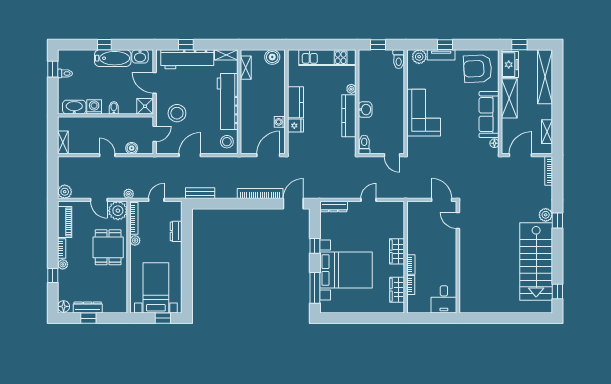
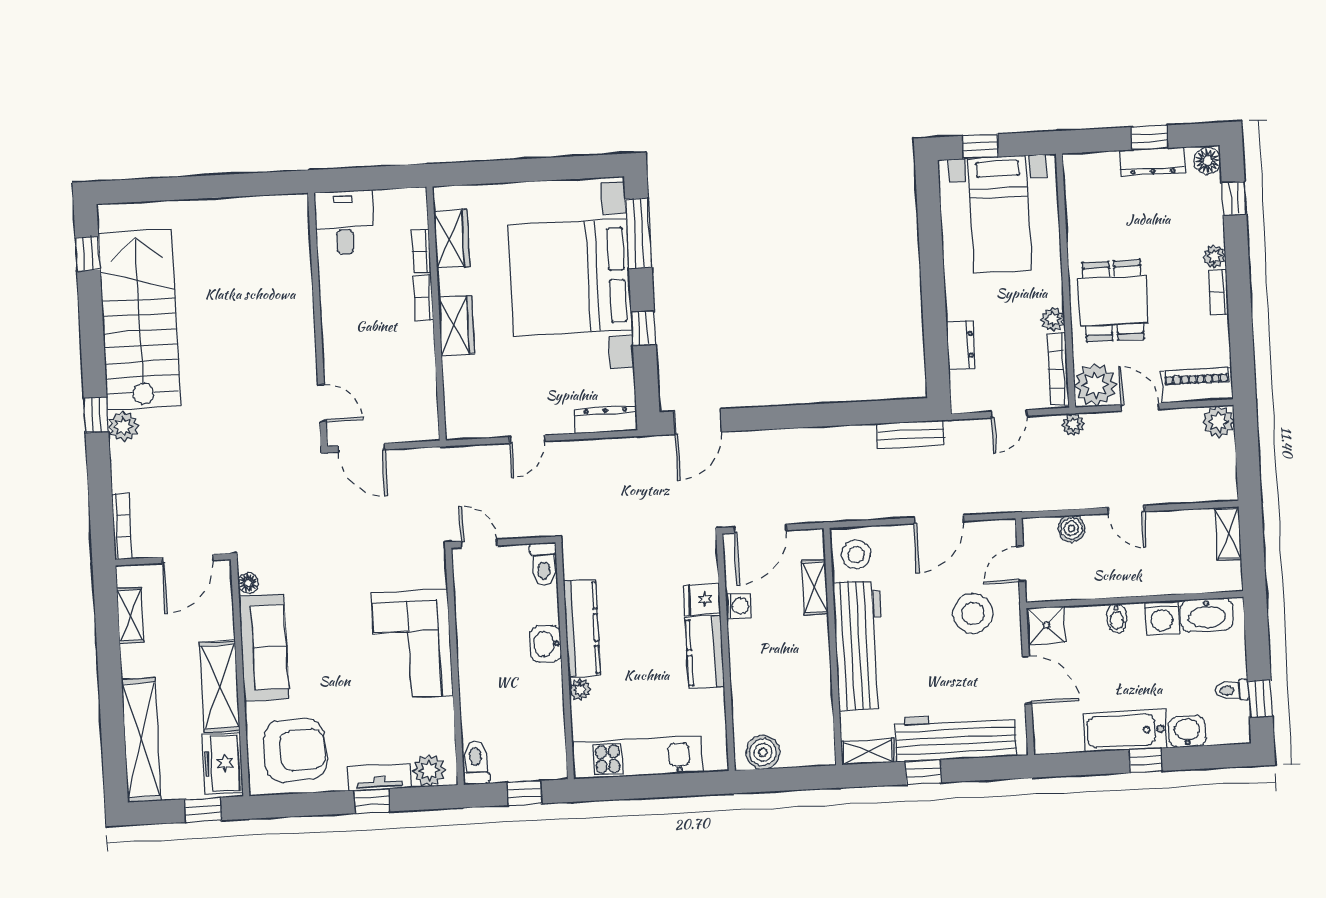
window: (186, 45) -> (923, 772), moved
washbasin: (140, 56) -> (1187, 731), moved
shelving: (246, 68) -> (815, 588), moved
bookcase: (260, 194) -> (774, 441), removed
piano: (65, 222) -> (1197, 385), moved, turned 90
bed with nightstands: (346, 270) -> (570, 277), width x1.36
window: (53, 276) -> (1234, 198), moved

